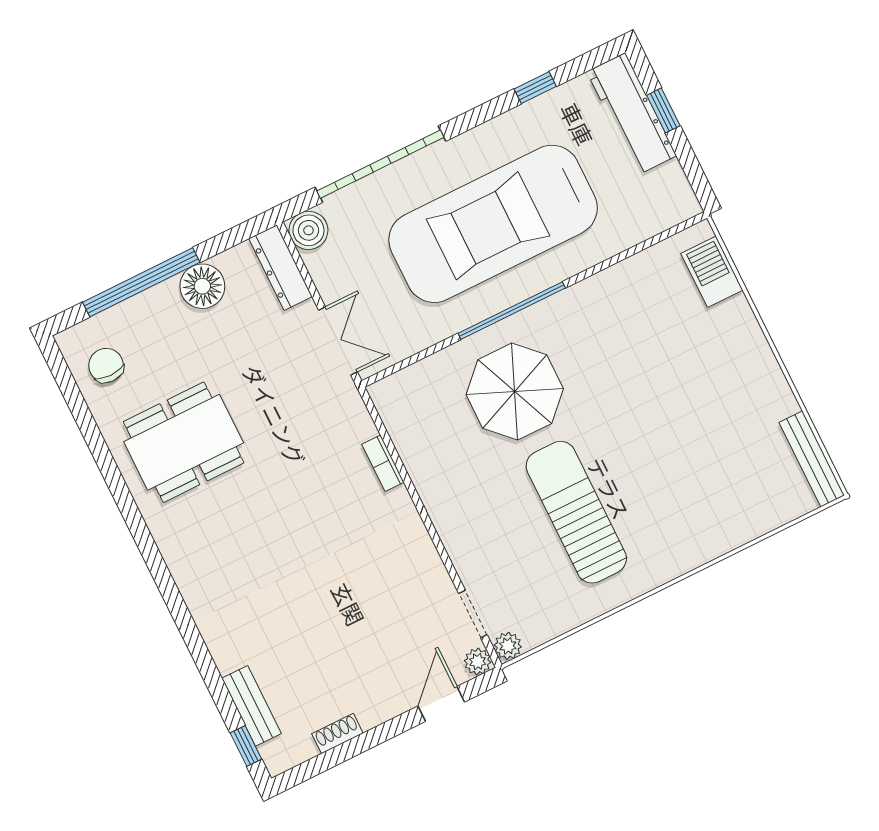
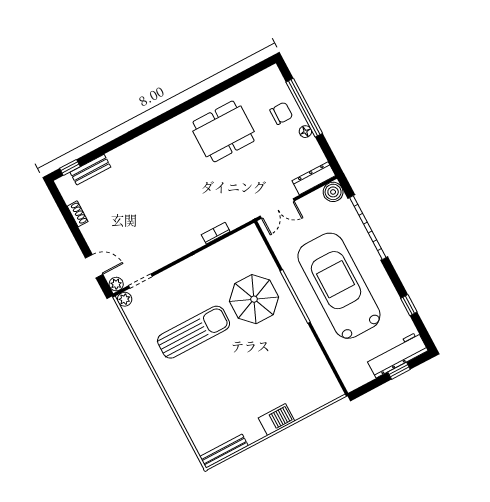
barbecue: (712, 272) -> (277, 420), moved
floor lamp: (202, 286) -> (305, 132), width x0.53, depth x0.53
chair: (106, 365) -> (281, 113), moved
dining table: (184, 442) -> (224, 131), turned 90

